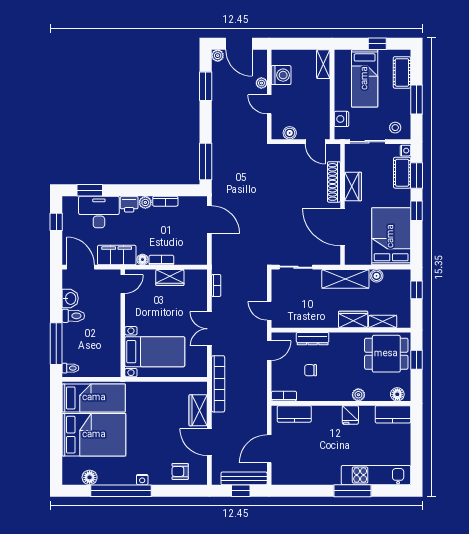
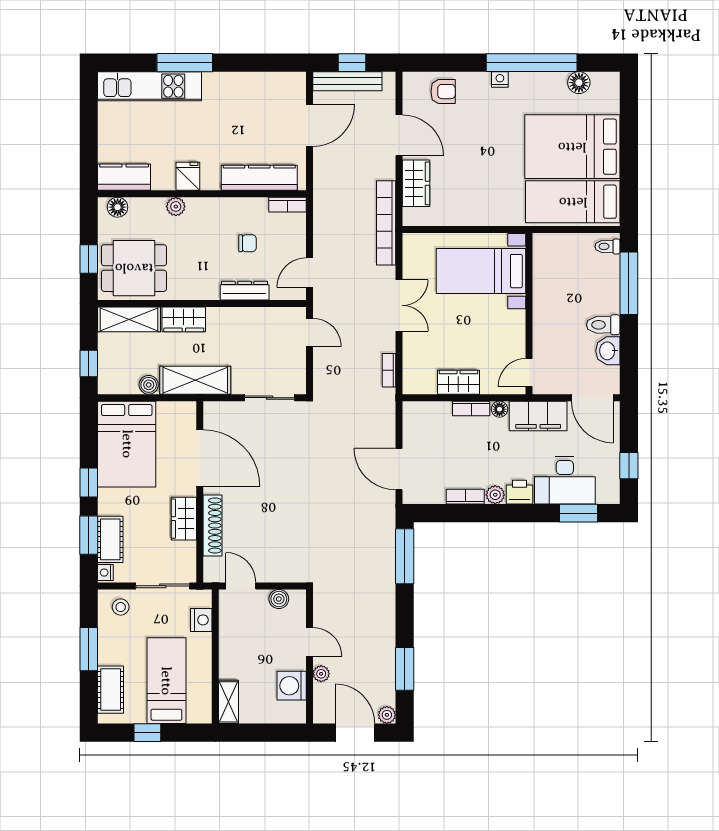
shelving: (383, 322) -> (129, 319), width x1.50, depth x1.33
kitchen counter: (294, 414) -> (259, 178), width x1.50

